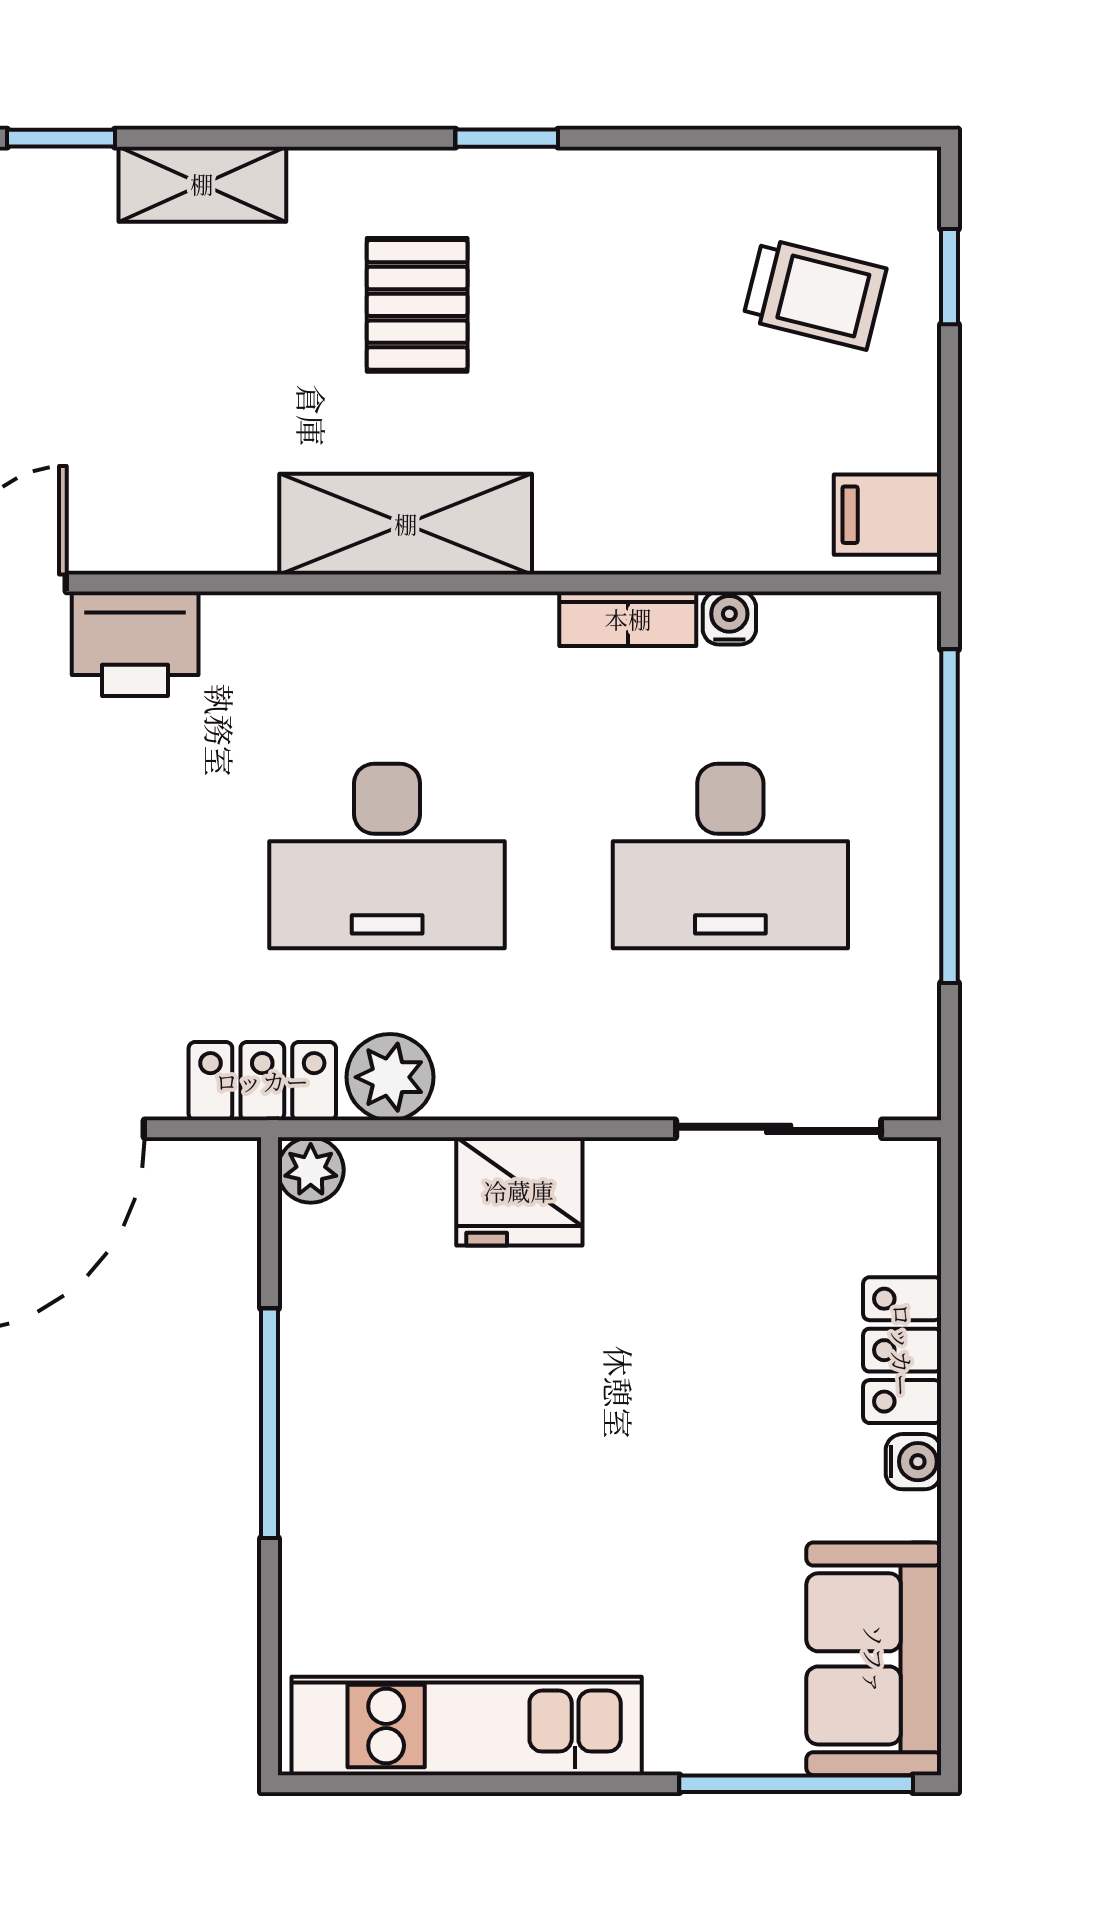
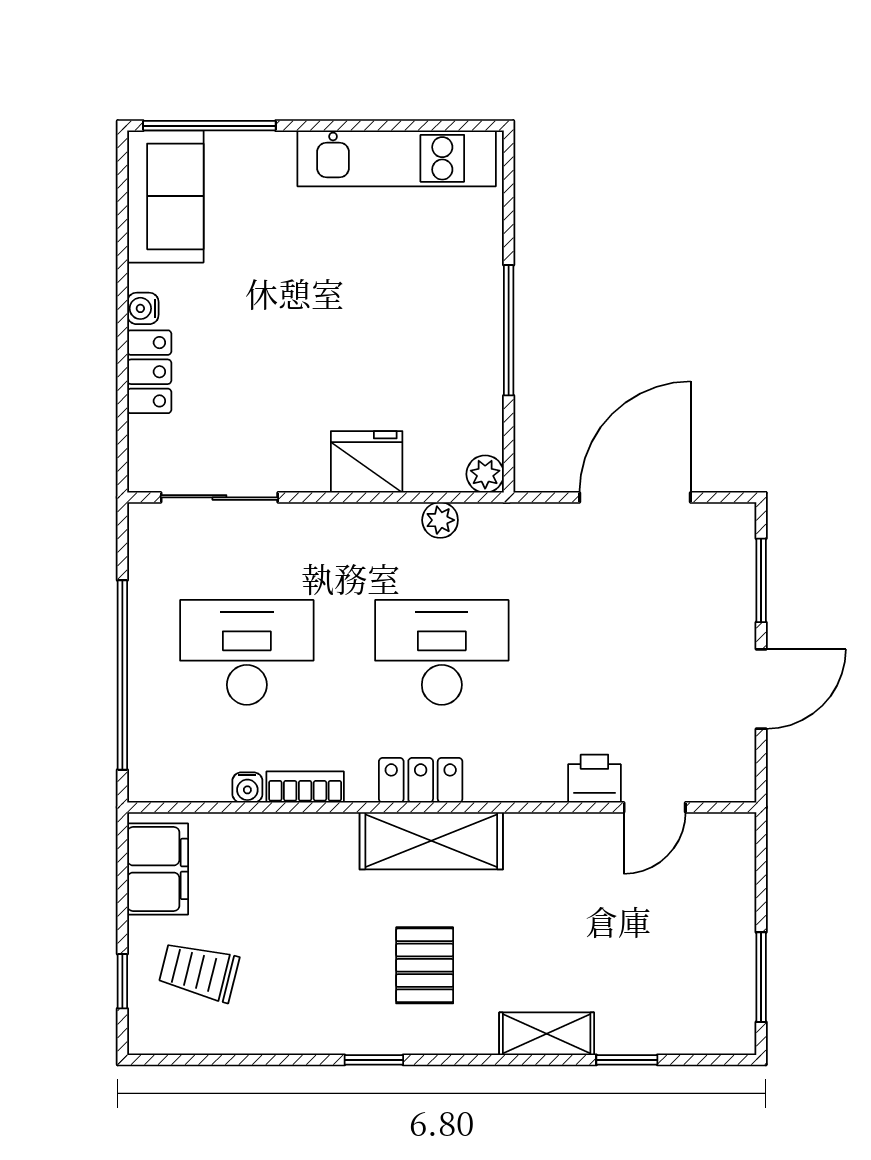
filing cabinet: (888, 515) -> (158, 869), width x2.00
printer: (135, 644) -> (594, 779), width x0.73, depth x0.81
plant: (390, 1077) -> (440, 520), width x0.73, depth x0.73
locker: (262, 1081) -> (421, 780), moved, turned 180

